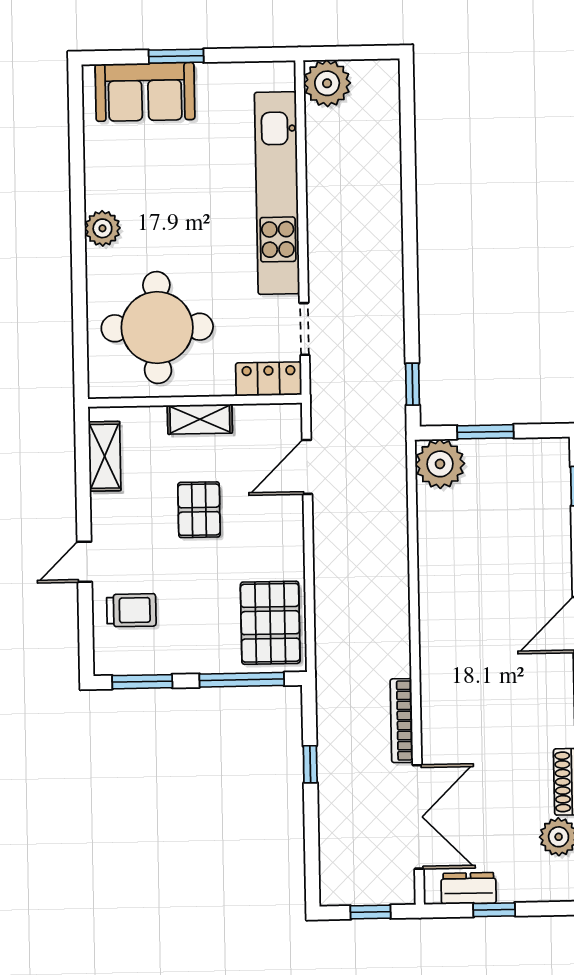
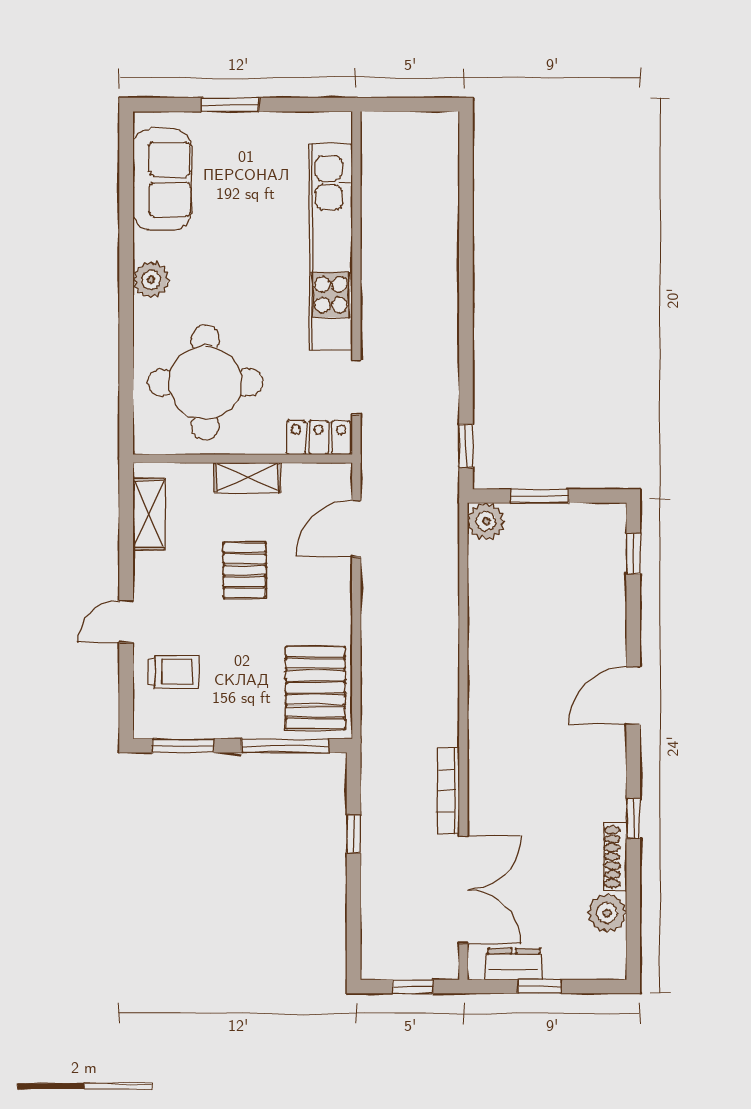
plant: (327, 83) -> (384, 135), removed
sofa: (145, 92) -> (162, 179), moved, turned -90
plant: (440, 464) -> (486, 521), width x0.73, depth x0.73

